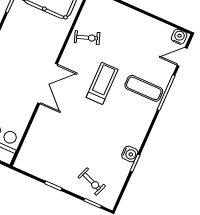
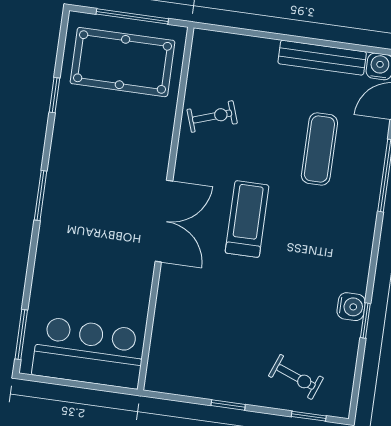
bench: (151, 24) -> (322, 58), added
treadmill: (102, 83) -> (247, 219), moved
exercise mat: (144, 88) -> (319, 149), moved, turned 90

